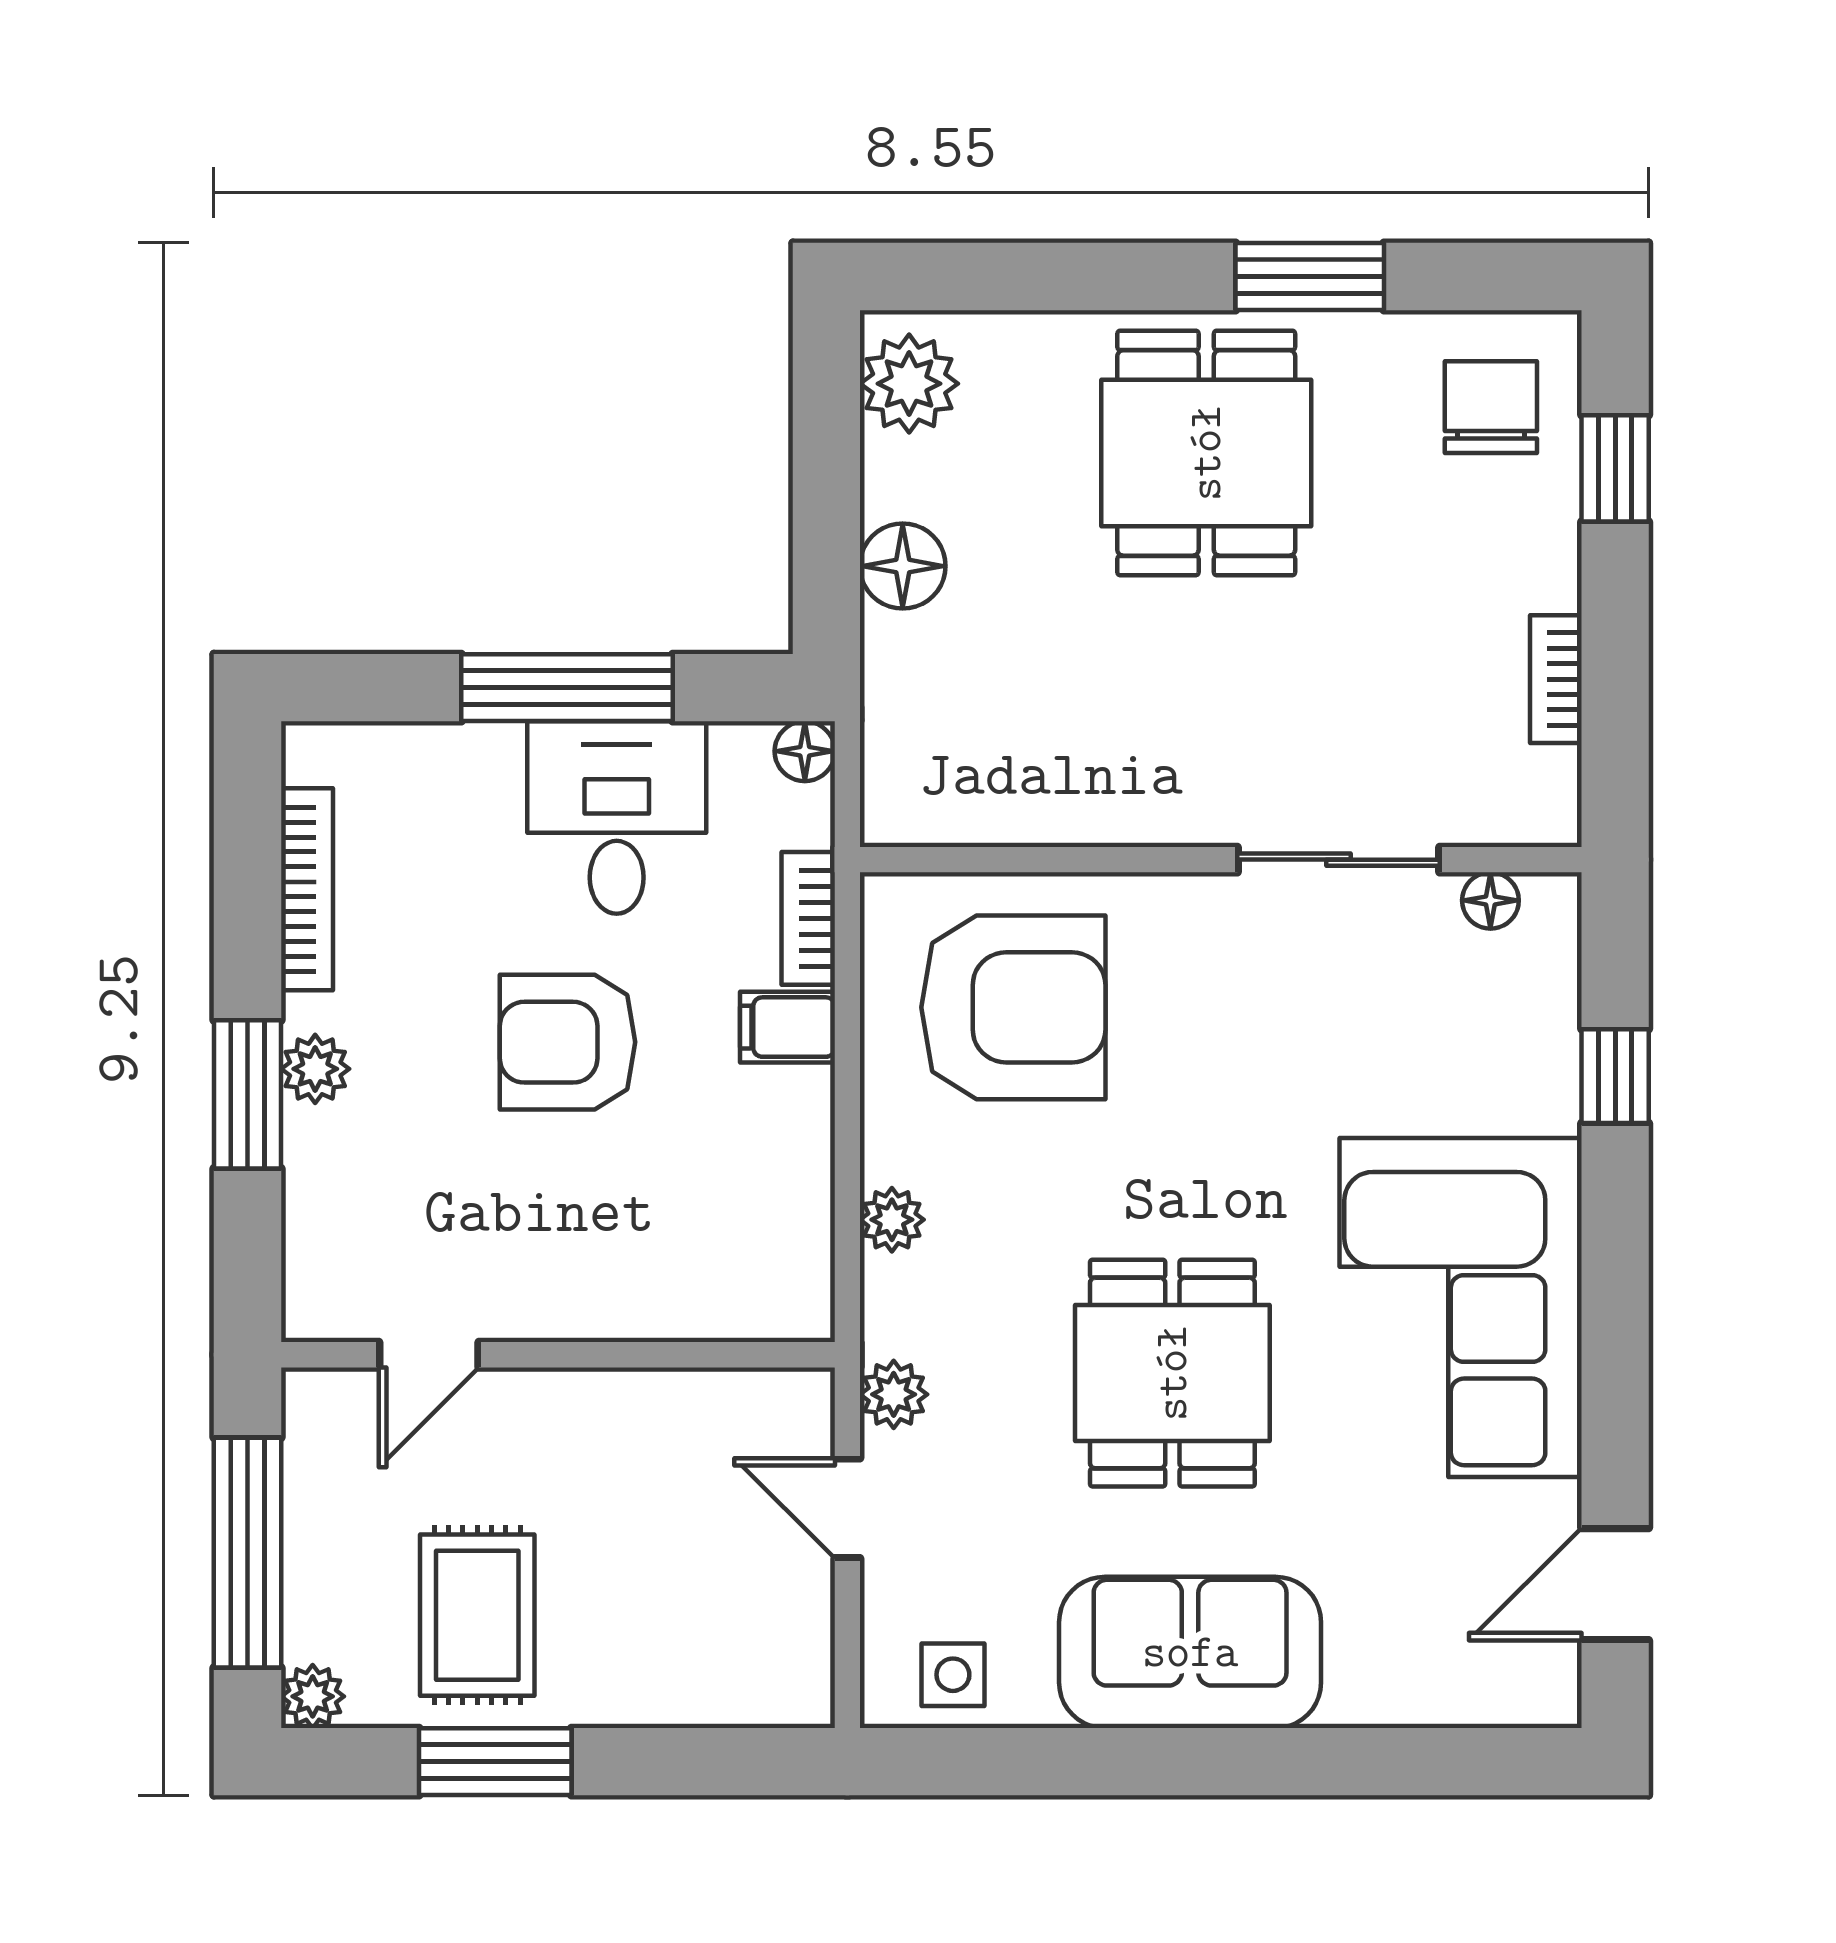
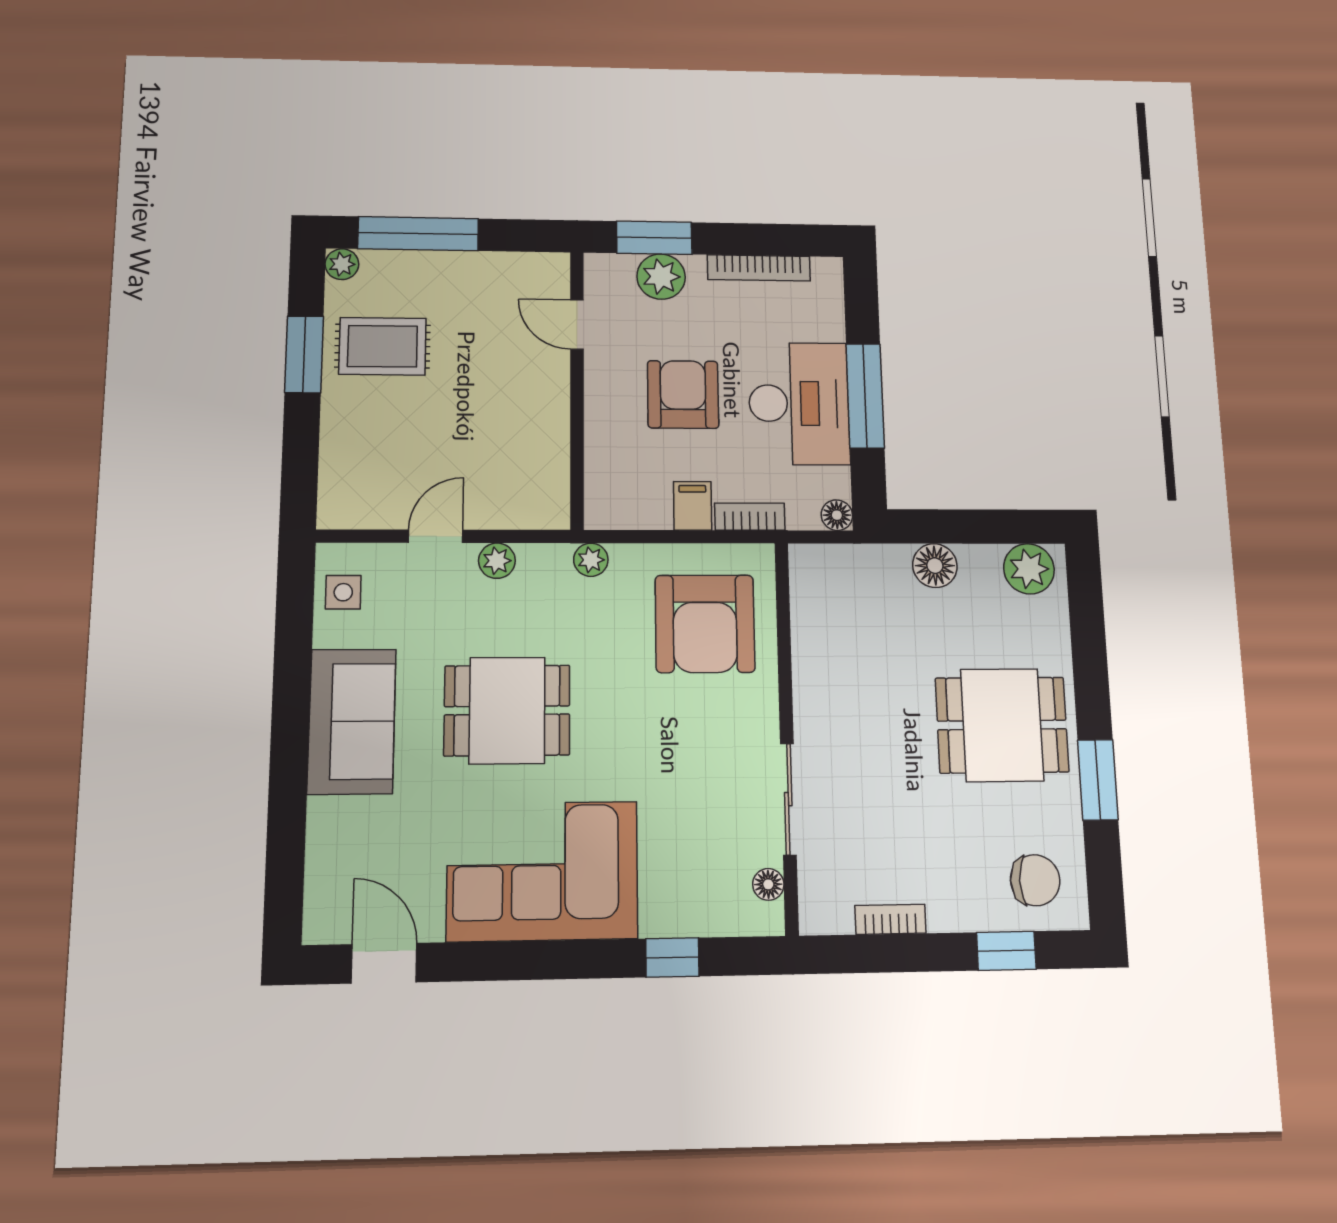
desk: (617, 818) -> (799, 403), width x1.37
plant: (315, 1069) -> (661, 277), width x1.38, depth x1.38
door: (429, 1355) -> (577, 325), moved
wall: (558, 1355) -> (577, 389), moved

